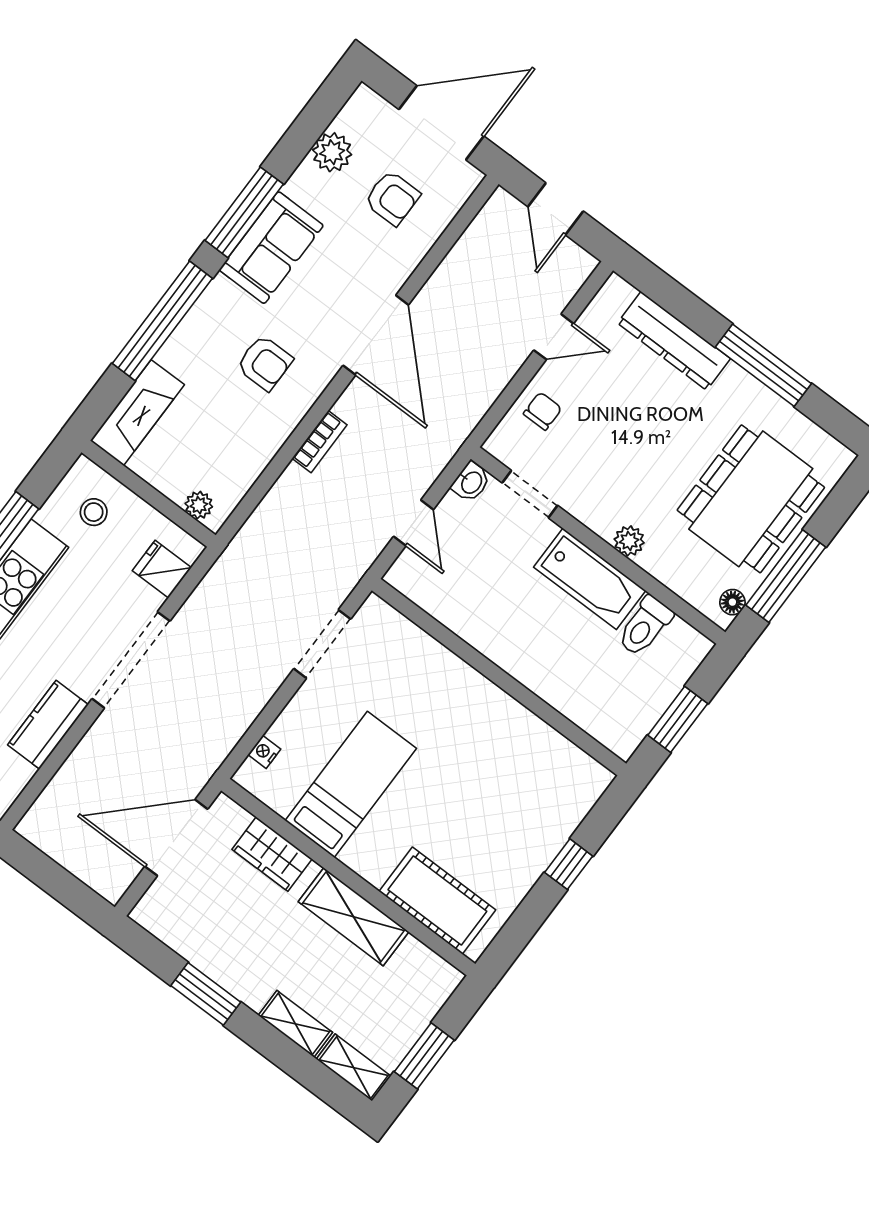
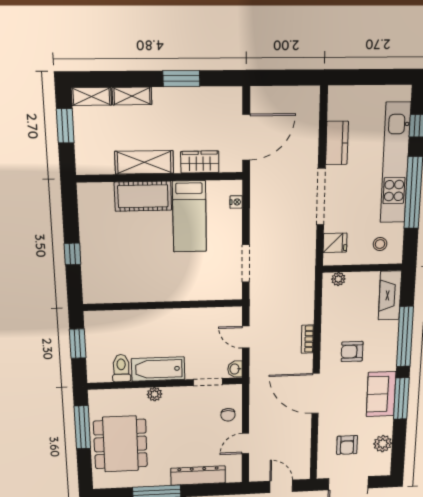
armchair: (392, 198) -> (347, 445), turned -90
floor lamp: (732, 602) -> (95, 403), removed
cot: (437, 901) -> (143, 196), moved

